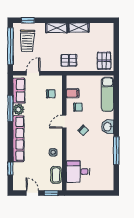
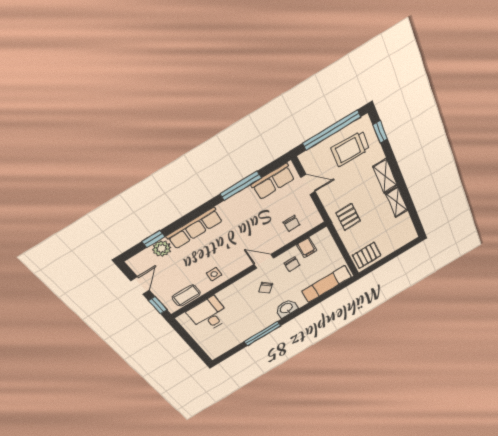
plant: (18, 109) -> (162, 249), moved
row of seats: (18, 139) -> (195, 228), width x0.73

